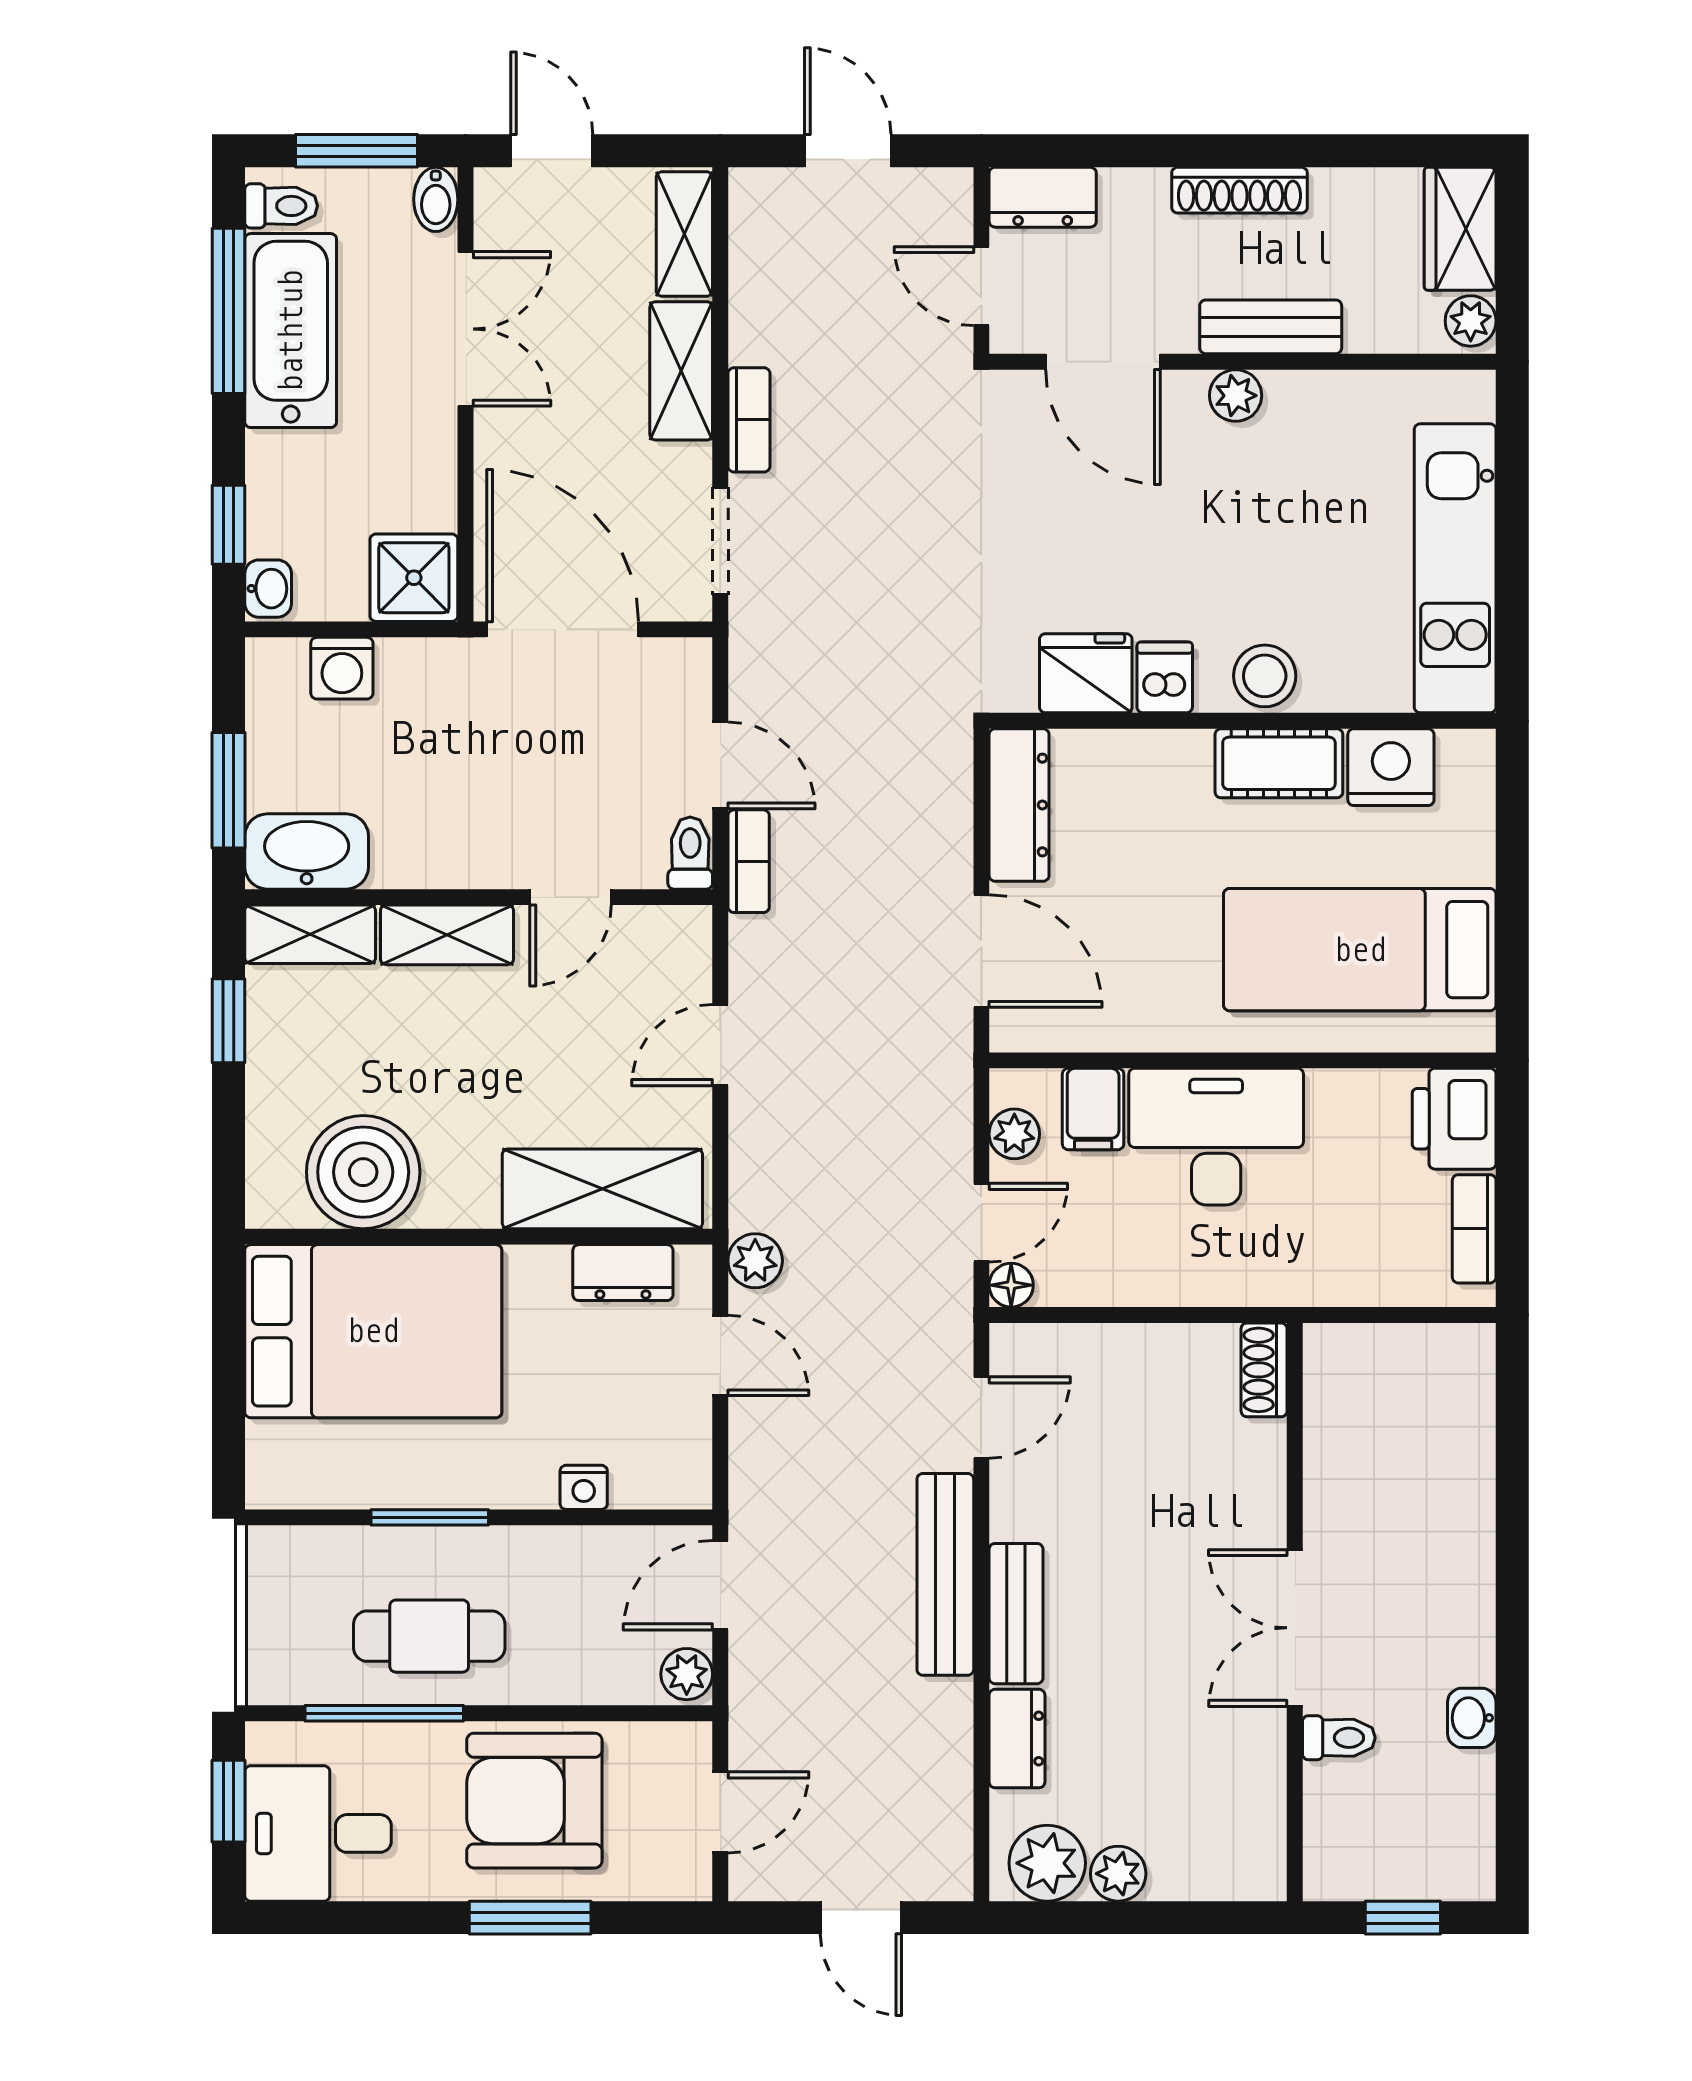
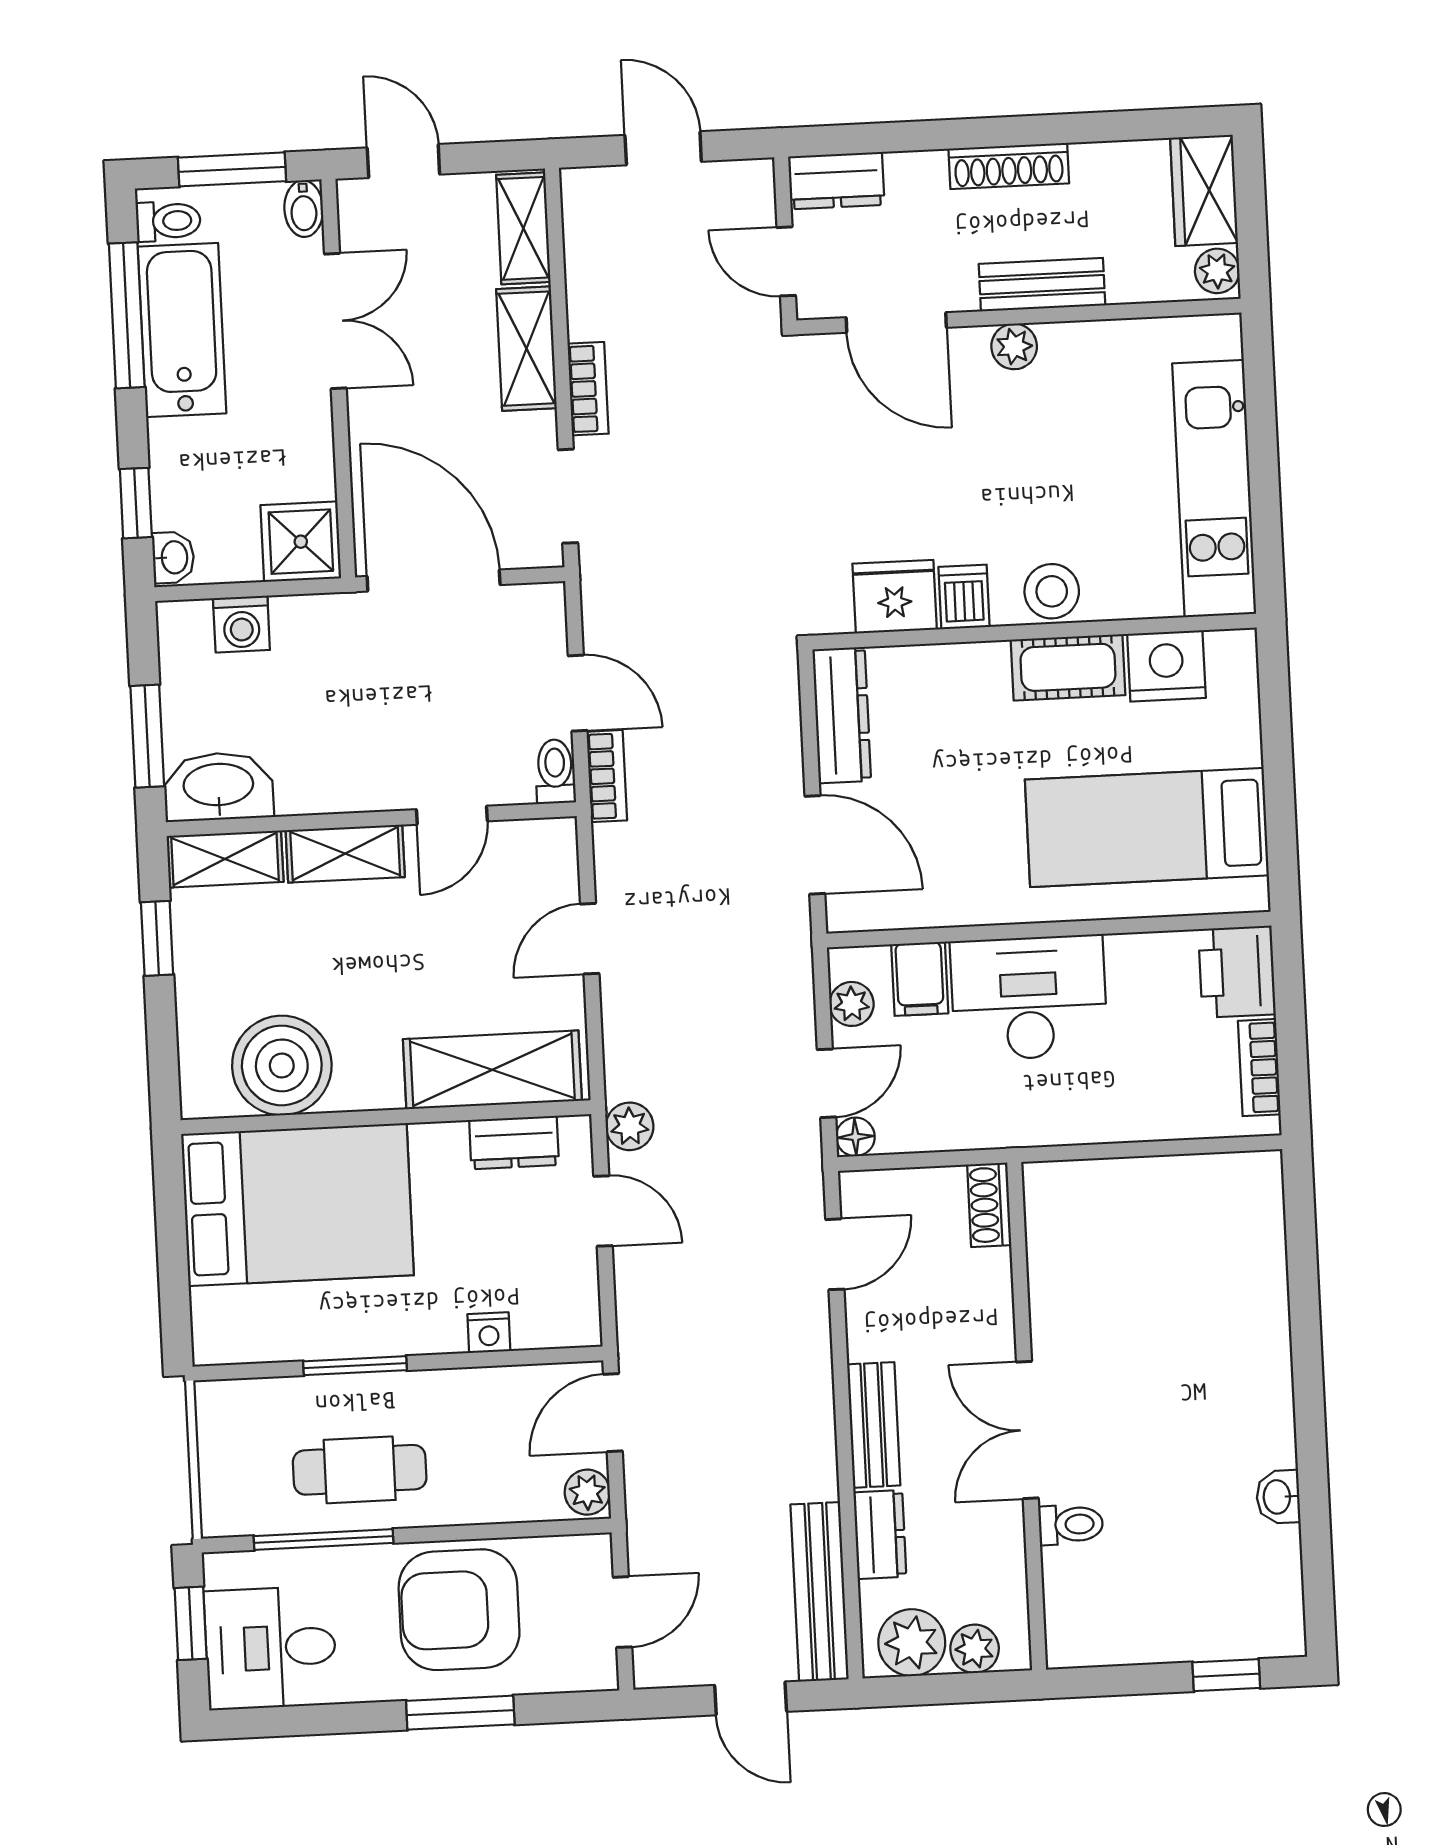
shoe rack: (1264, 1370) -> (989, 1205), moved
bench: (945, 1574) -> (820, 1592), moved
wall: (1295, 1612) -> (1027, 1416), moved
double door: (1295, 1628) -> (1027, 1430), moved
toilet: (1339, 1738) -> (1071, 1524), moved

